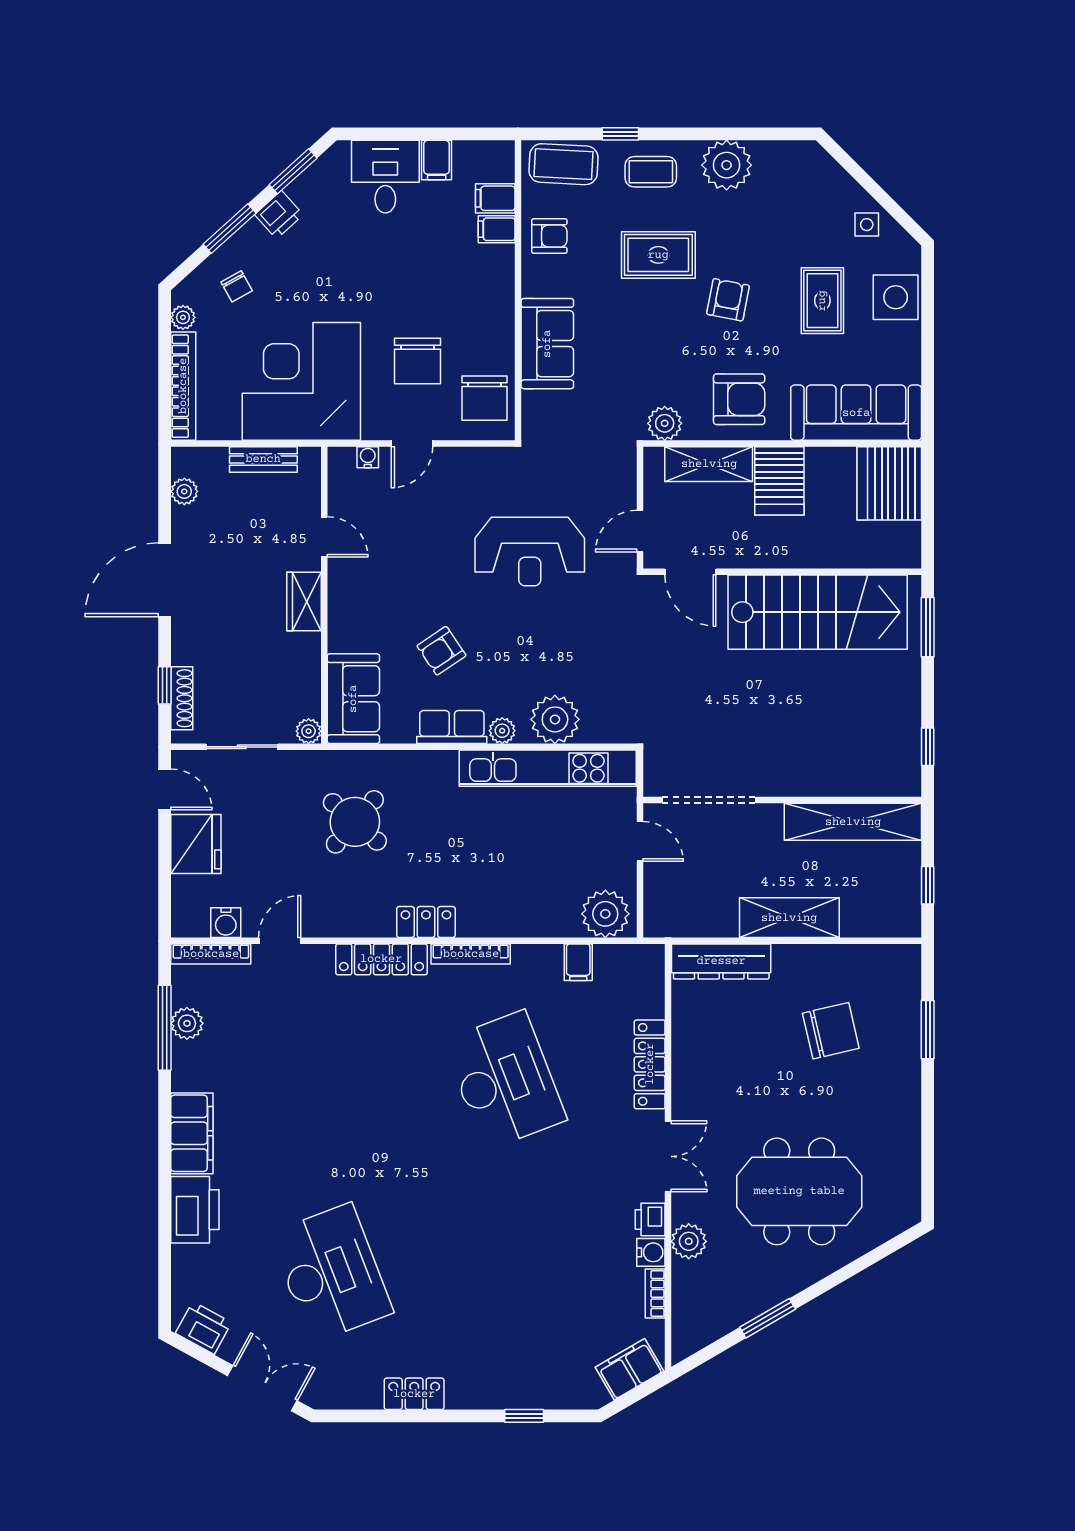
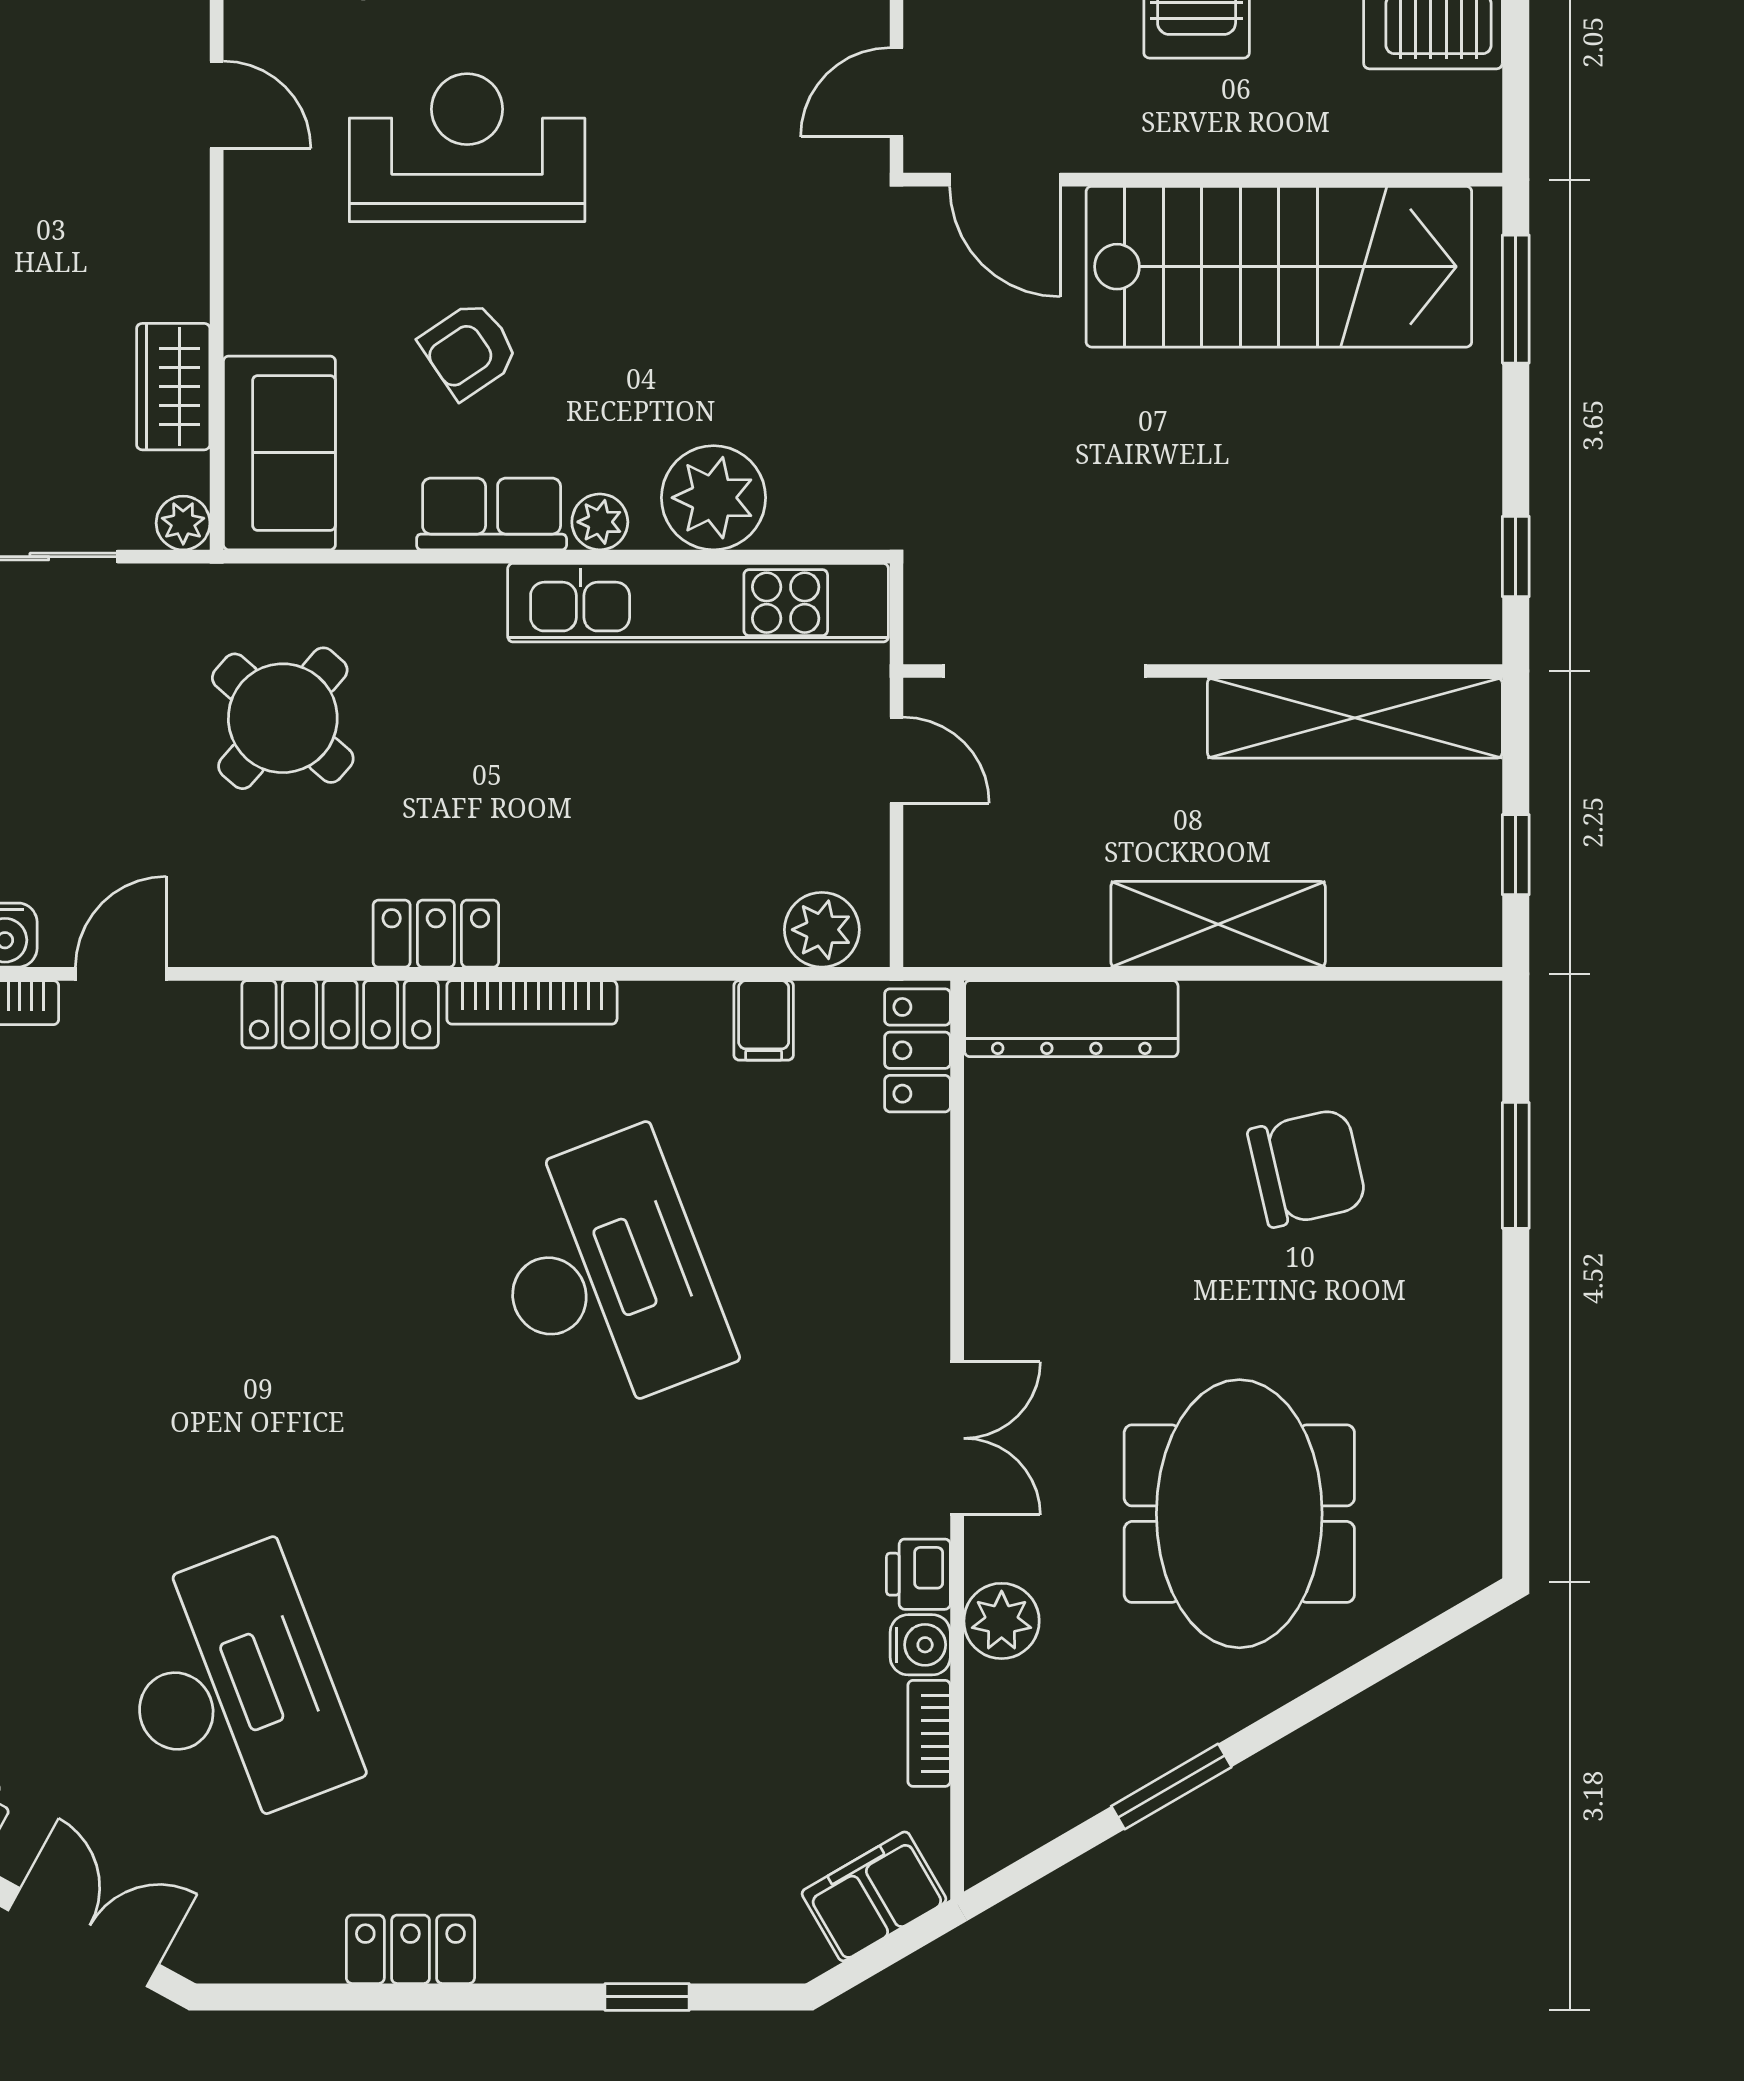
reception desk: (530, 552) -> (467, 148), moved, turned 180
wardrobe: (304, 602) -> (173, 387), moved
plant: (605, 914) -> (822, 930), width x0.73, depth x0.73
locker: (650, 1064) -> (917, 1050), moved, width x0.66
meeting table: (799, 1191) -> (1239, 1514), turned 90

